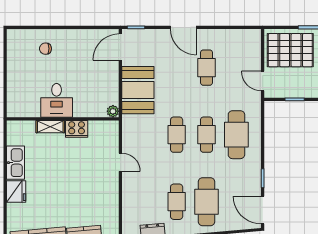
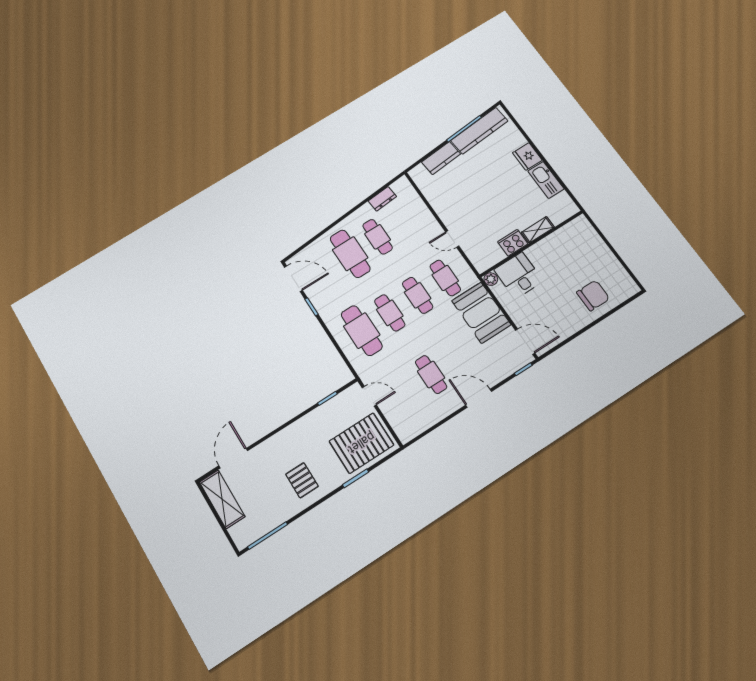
door: (120, 47) -> (525, 342), hinge flipped
chair: (45, 49) -> (593, 295), width x1.87, depth x1.87
desk: (57, 100) -> (519, 275), moved
cafe table: (147, 135) -> (445, 278), added

